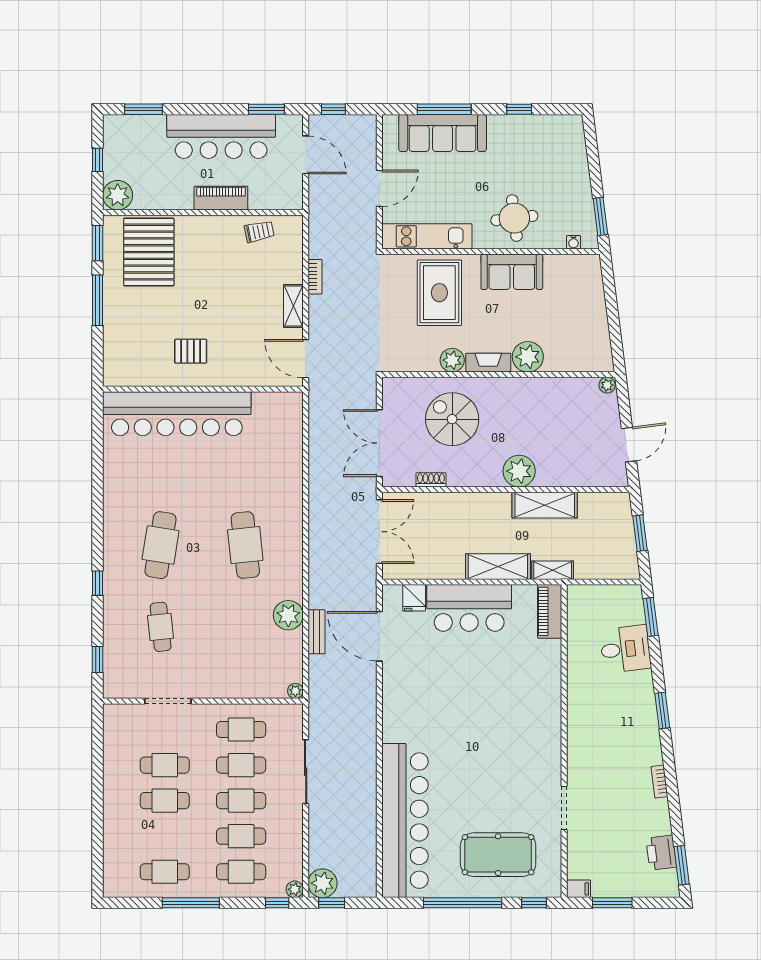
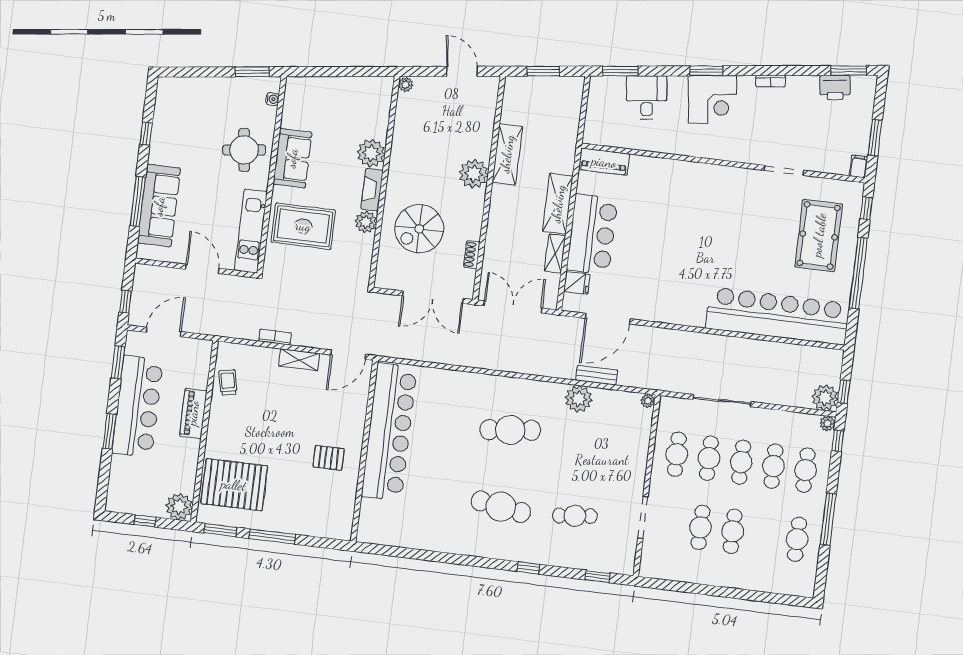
window: (143, 109) -> (110, 431), moved
pallet: (191, 351) -> (329, 458), turned 90
bar counter: (177, 414) -> (389, 432), moved
shelving: (553, 570) -> (555, 254), moved
corner desk: (632, 721) -> (713, 99), added

